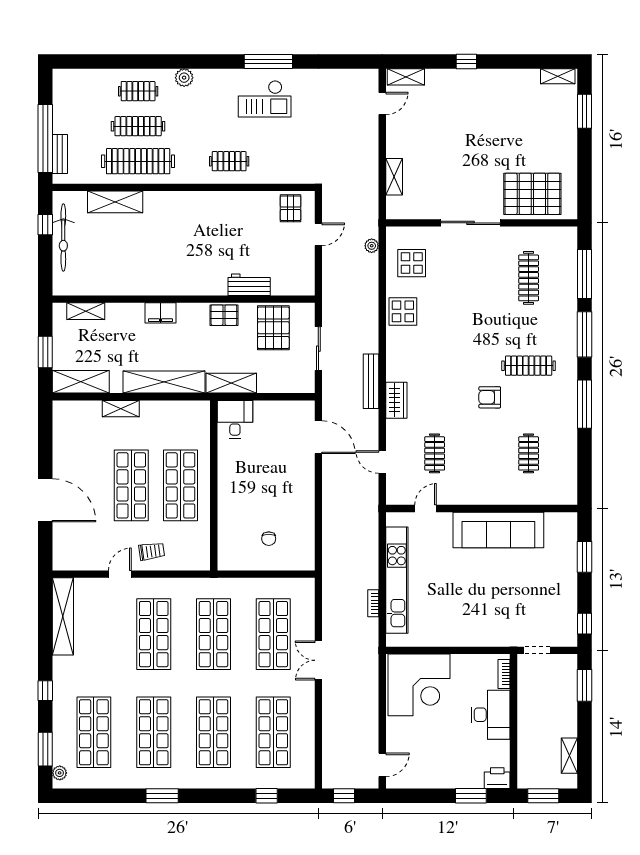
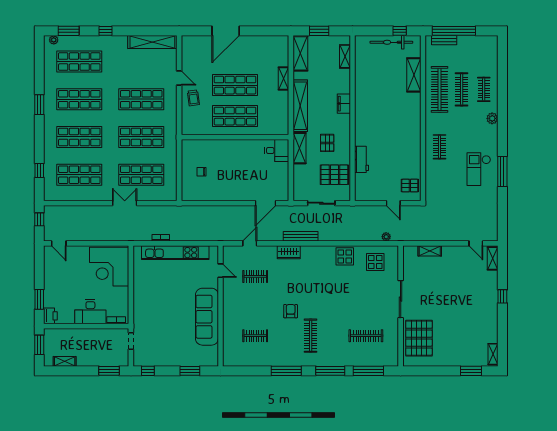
pallet: (224, 315) -> (327, 143), moved

